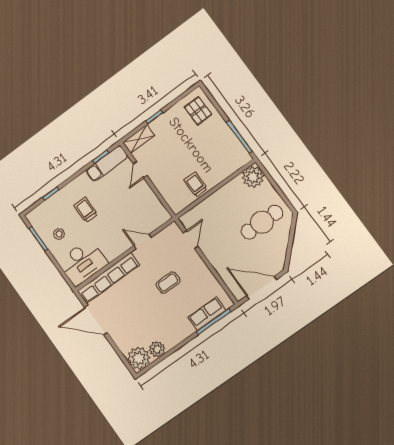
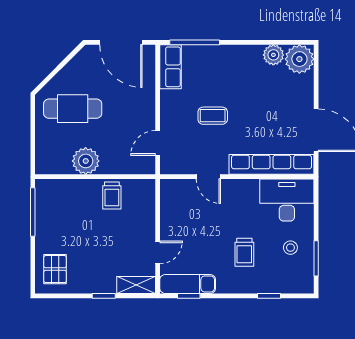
plant: (253, 177) -> (86, 161), moved
row of seats: (207, 314) -> (170, 67), moved, turned -90

